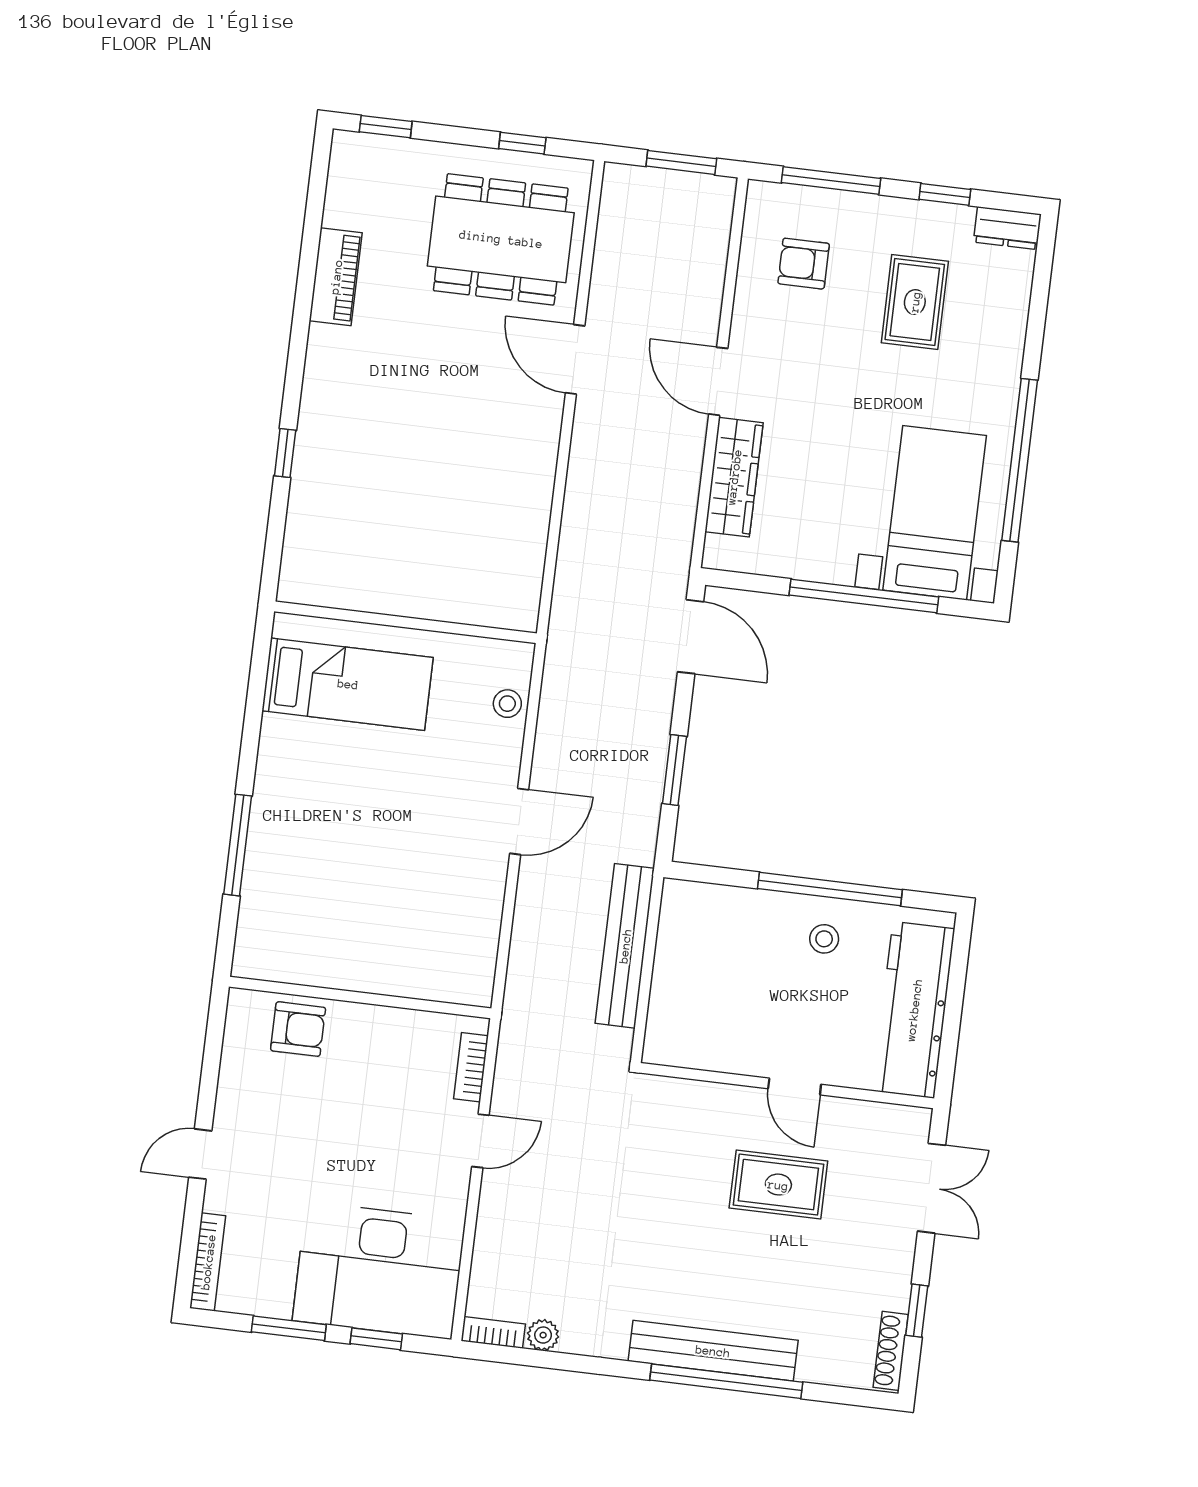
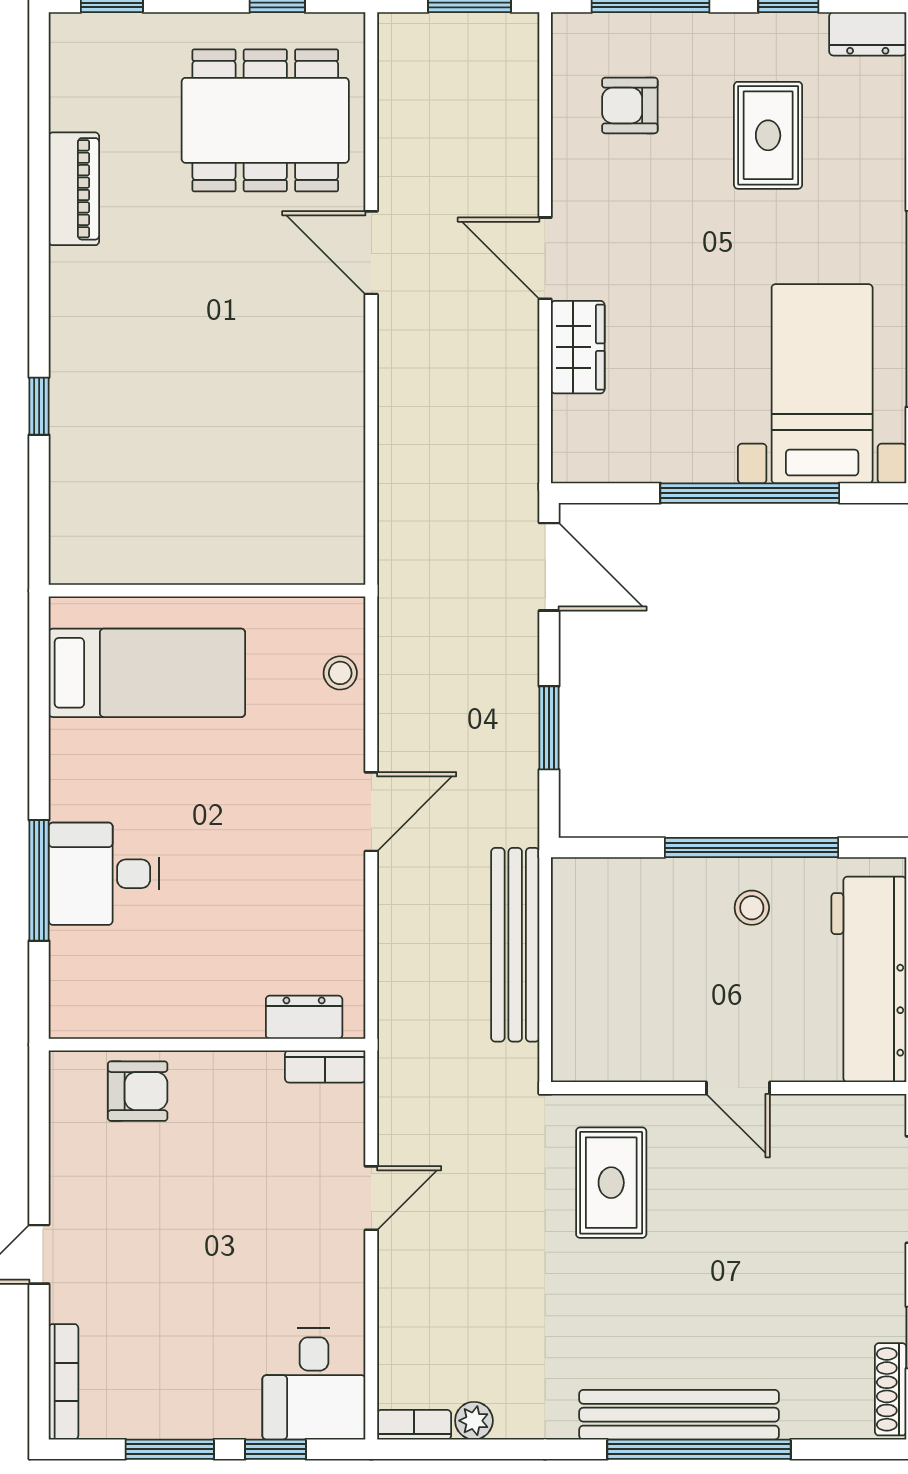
wardrobe: (734, 477) -> (578, 347), width x0.67
desk: (292, 846) -> (104, 874), added
dresser: (443, 985) -> (304, 1017), added
bookcase: (471, 1067) -> (325, 1066), moved, turned -90
rug: (778, 1185) -> (611, 1183), moved, turned 90
desk: (379, 1270) -> (314, 1384), width x0.53, depth x0.77

